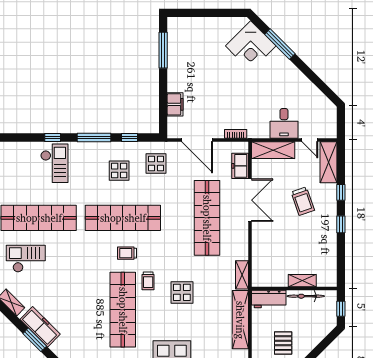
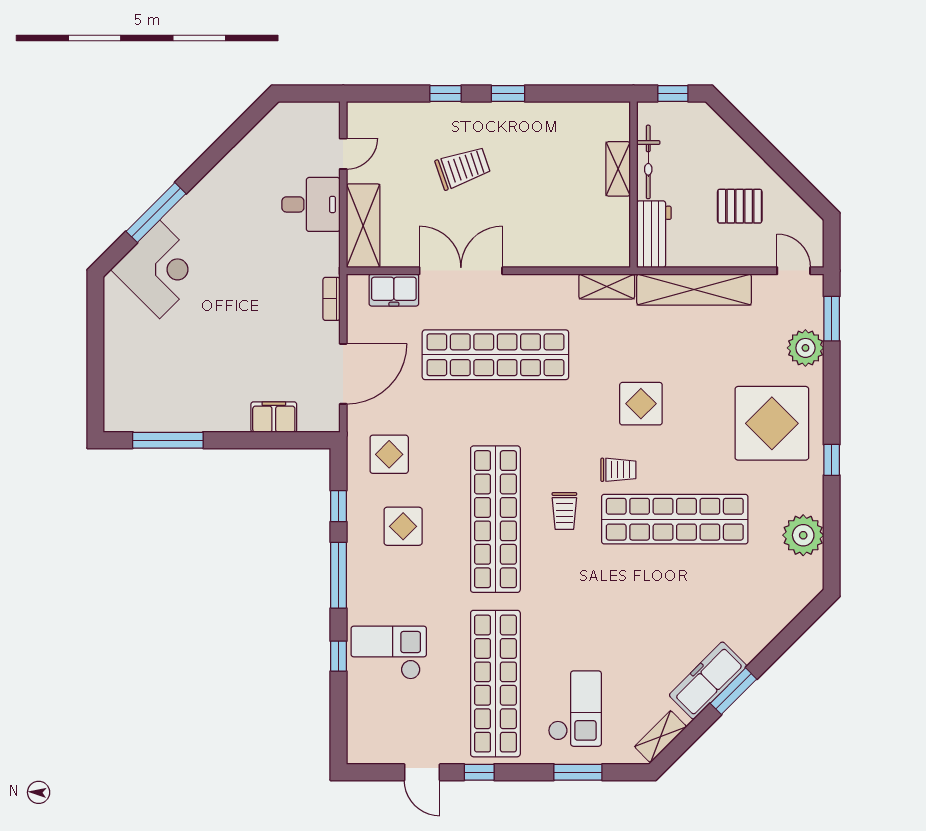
shelving: (328, 162) -> (387, 118), removed
checkout: (26, 259) -> (575, 709), turned 180

